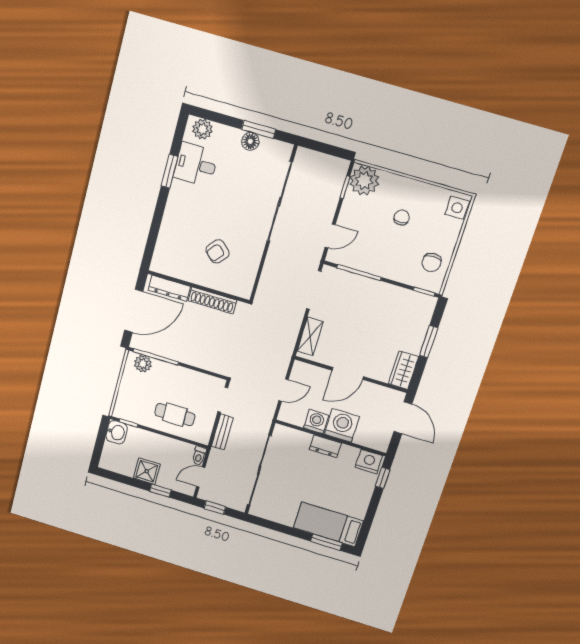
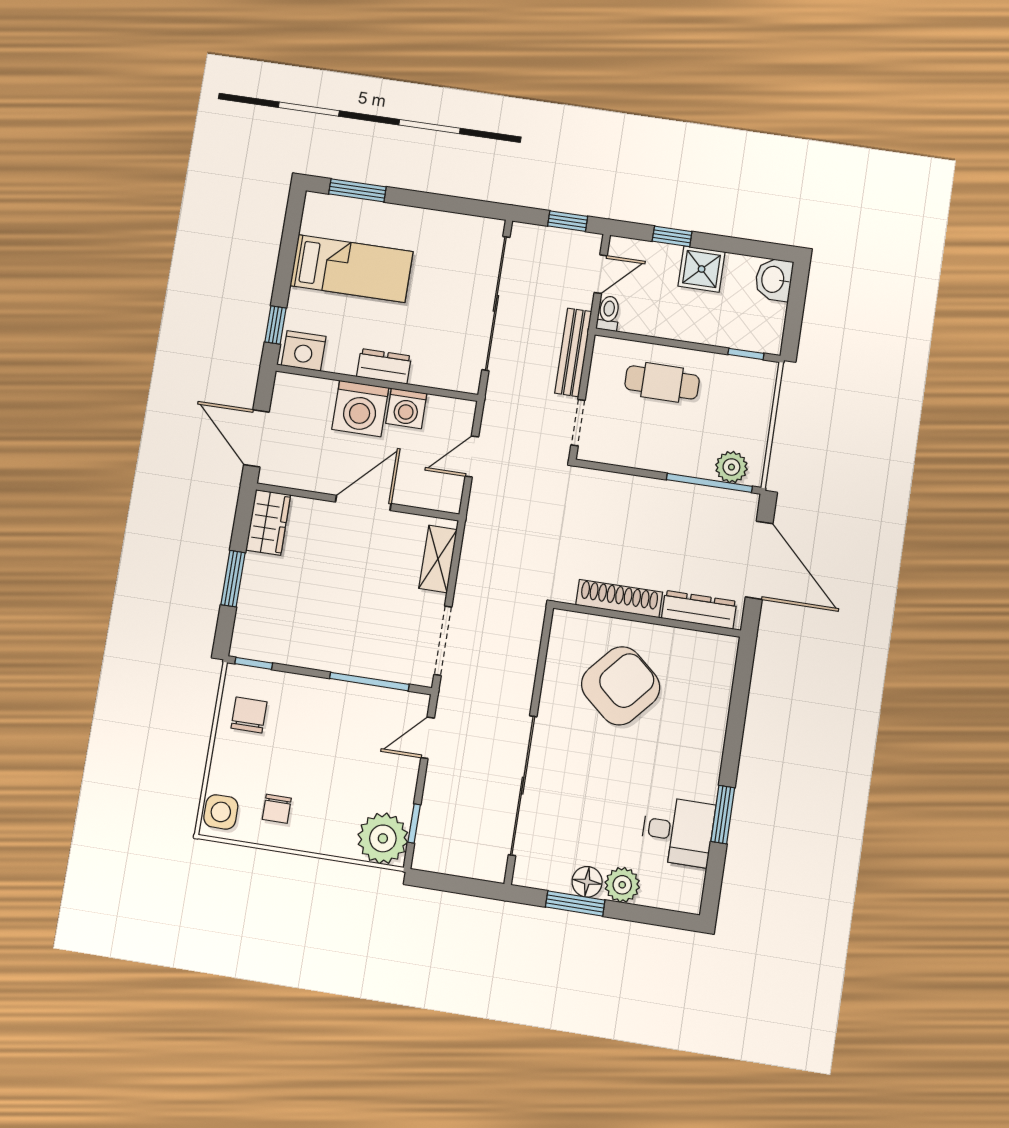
plant: (202, 129) -> (622, 885), moved
chair: (402, 218) -> (277, 809), moved
armchair: (217, 251) -> (621, 686), width x1.88, depth x1.88
door: (134, 311) -> (759, 560), swing flipped
washbasin: (117, 432) -> (774, 280), moved
bench: (222, 432) -> (573, 352), width x1.36
bed: (328, 524) -> (351, 269), moved

